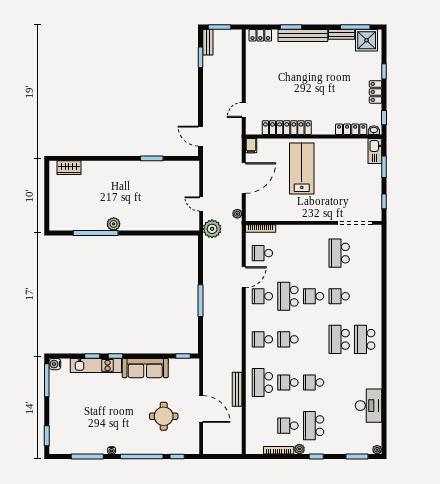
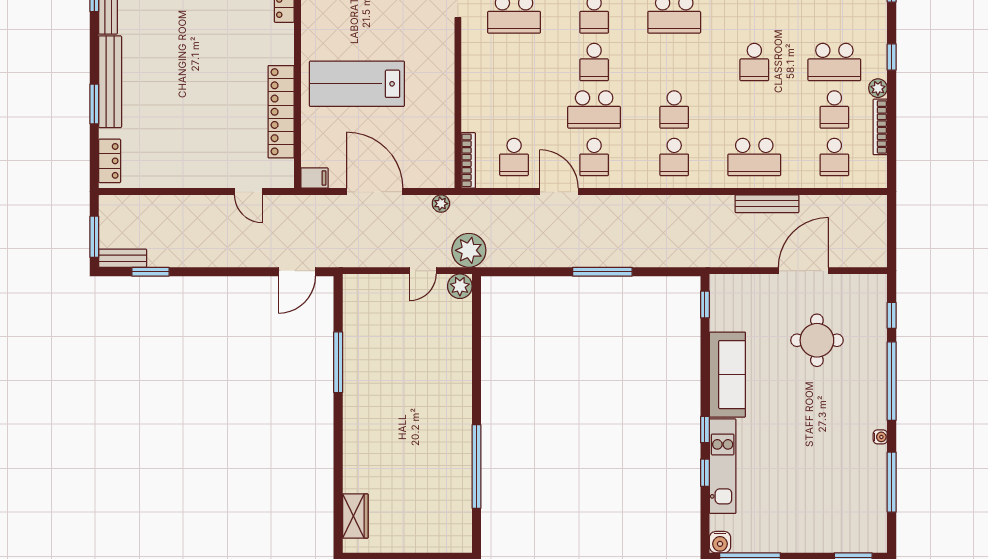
window: (152, 158) -> (338, 362), width x1.44
plant: (114, 224) -> (460, 286), moved
school desk: (288, 382) -> (834, 157), moved

